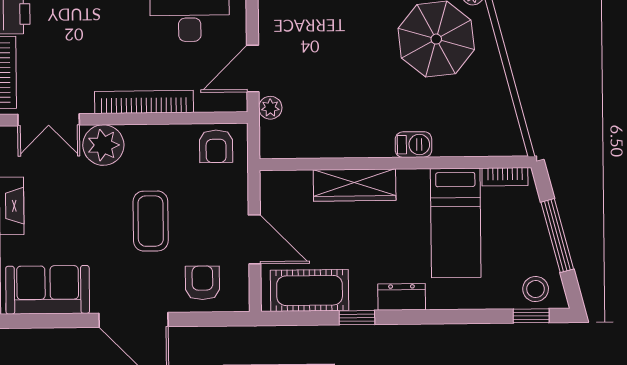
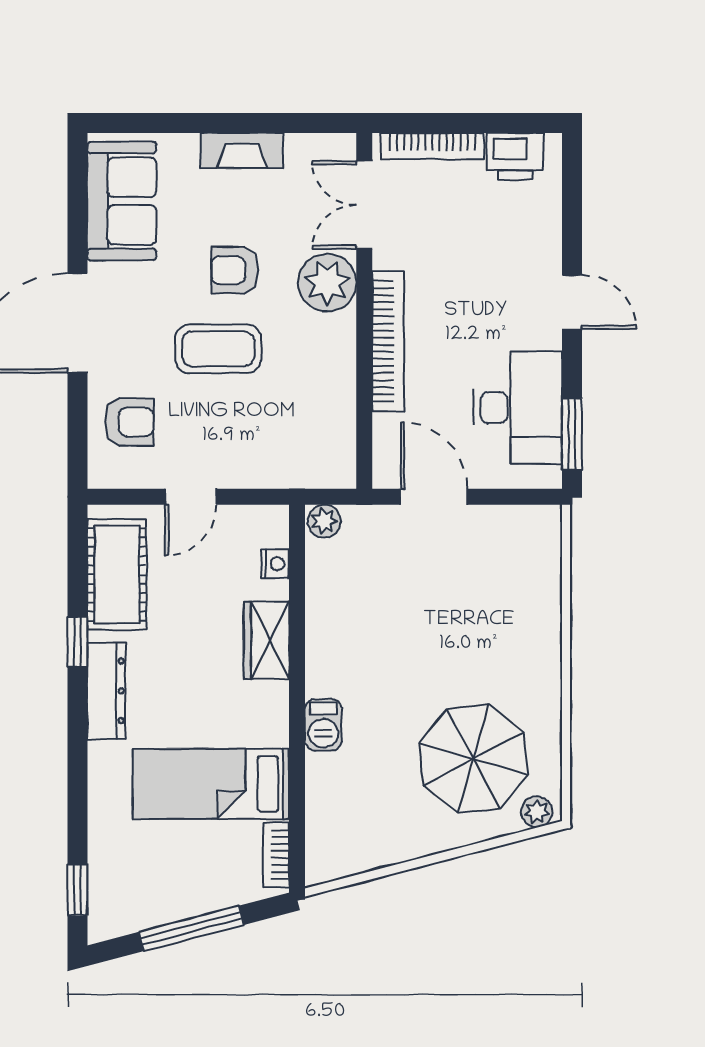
plant: (270, 108) -> (324, 521), moved
armchair: (216, 146) -> (235, 270), moved
nightstand: (301, 180) -> (275, 564), added
wardrobe: (355, 185) -> (266, 640), width x0.67
door: (255, 239) -> (191, 497), width x0.73
stool: (536, 289) -> (116, 897), removed
dresser: (402, 297) -> (106, 691), width x1.44

